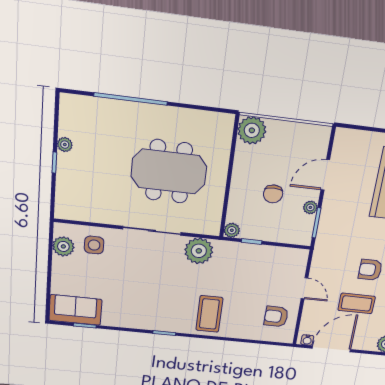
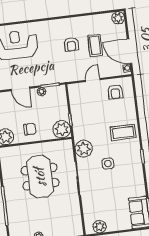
chair: (273, 194) -> (30, 129), moved
plant: (232, 230) -> (62, 129), width x1.87, depth x1.87
side table: (94, 245) -> (108, 164), moved

